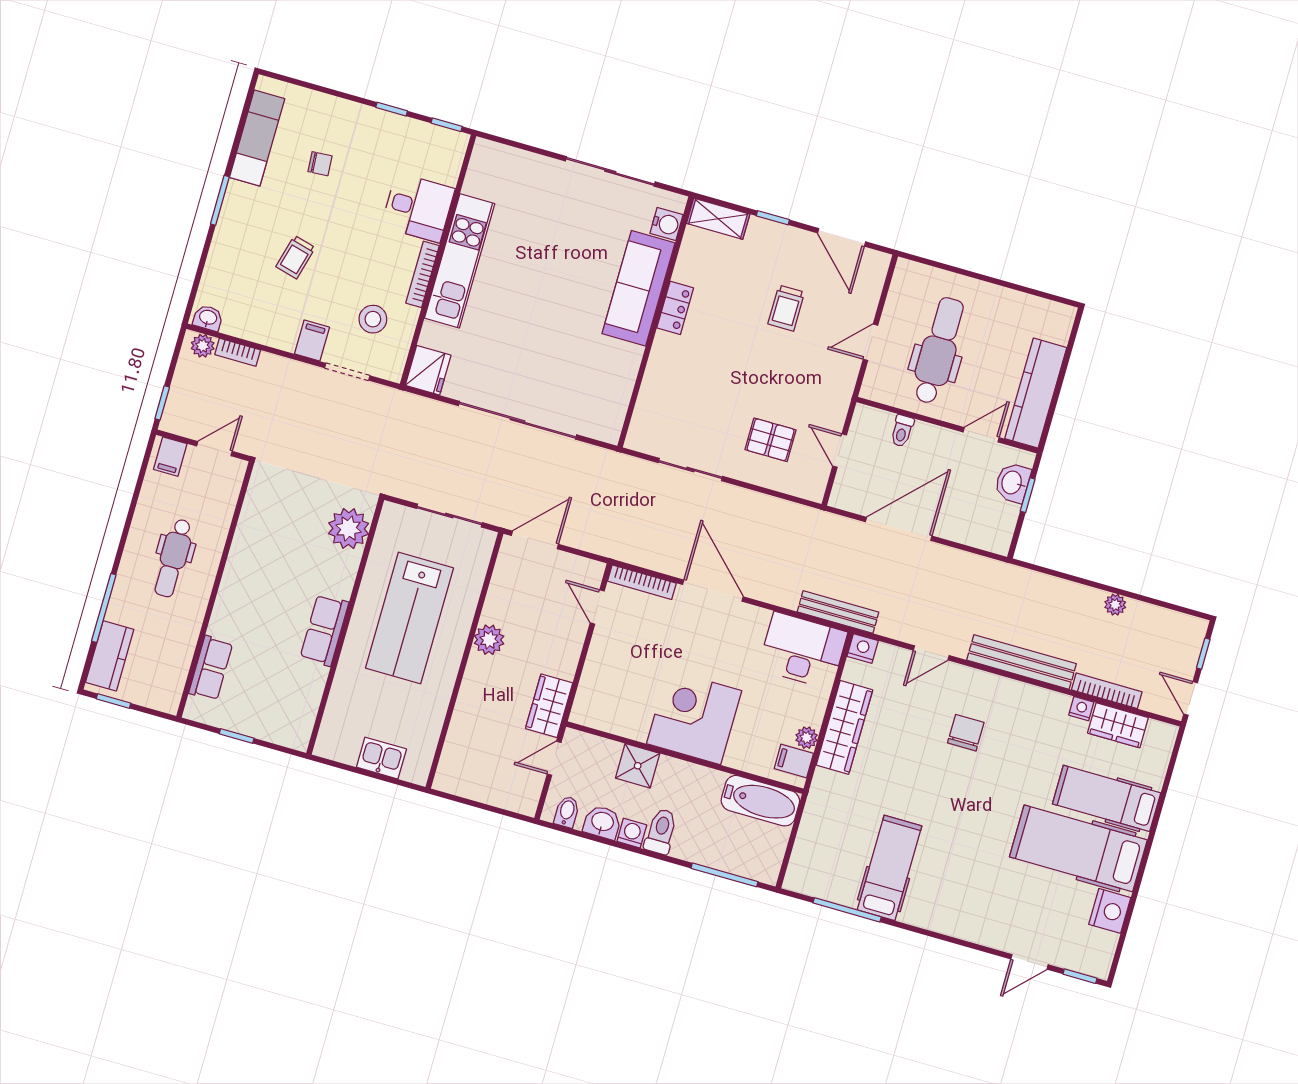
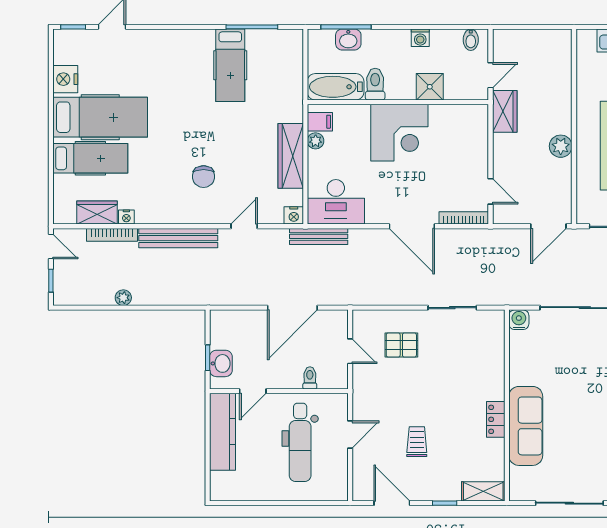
water cooler: (666, 224) -> (519, 320), moved, turned 90
washbasin: (602, 822) -> (348, 39), moved
toilet: (661, 831) -> (375, 84), moved, turned 180

